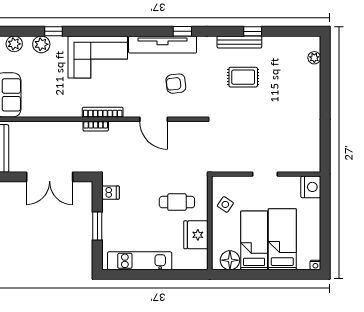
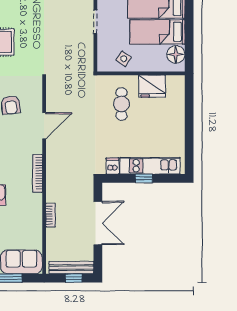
bookcase: (96, 126) -> (51, 215), moved
window: (97, 226) -> (144, 178), width x0.67
kitchen unit: (140, 261) -> (150, 166), moved, turned 90

